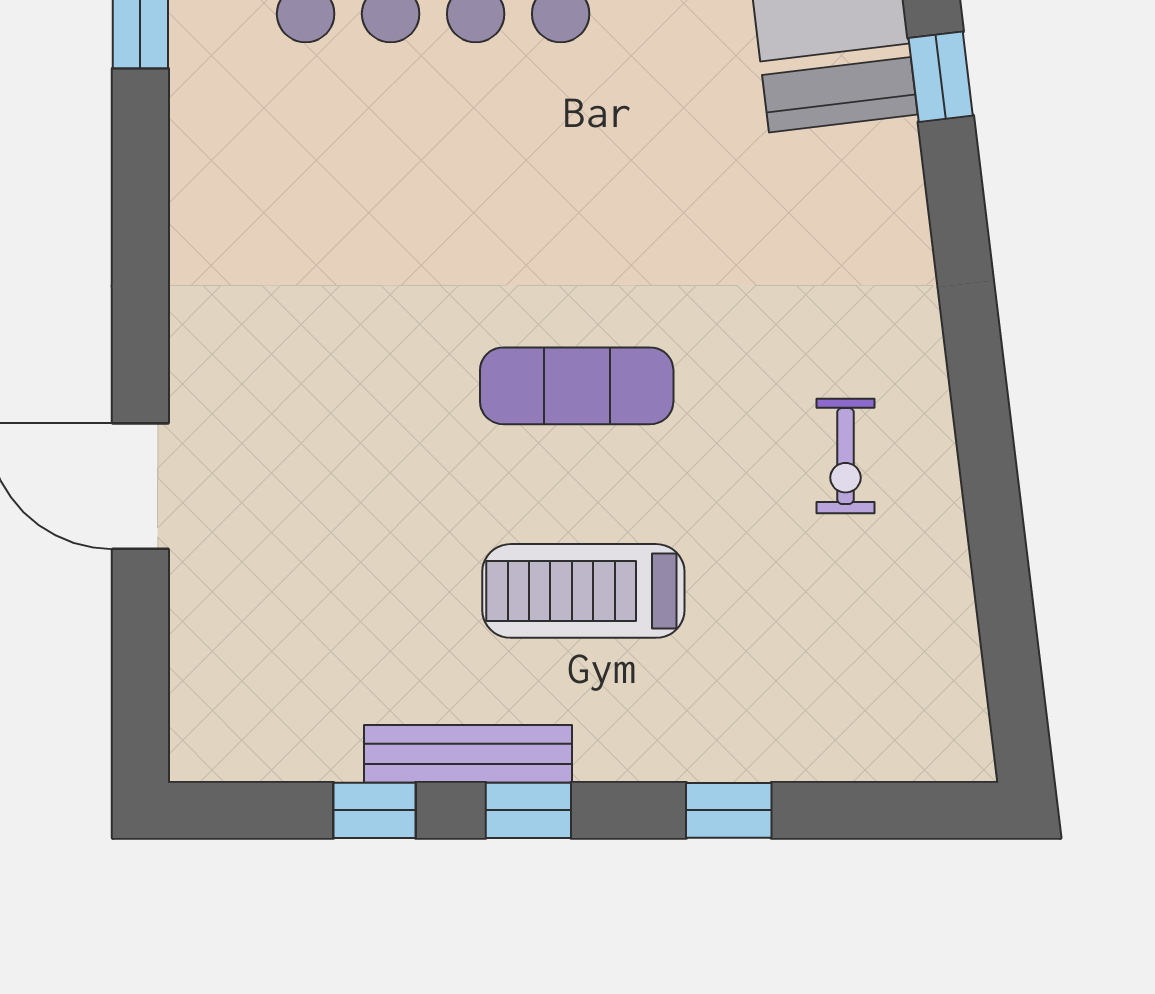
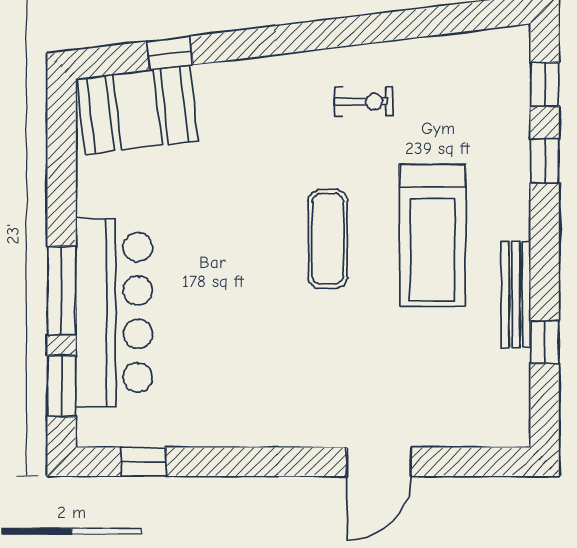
treadmill: (583, 591) -> (433, 235), width x1.37, depth x1.38
window: (528, 810) -> (545, 84), moved

